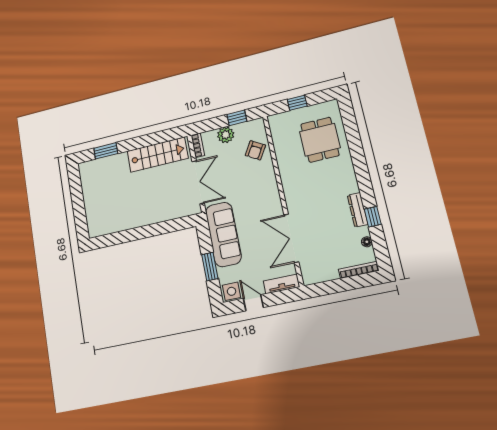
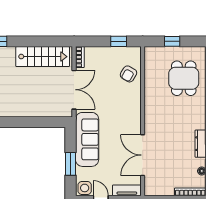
plant: (226, 135) -> (106, 54), removed

